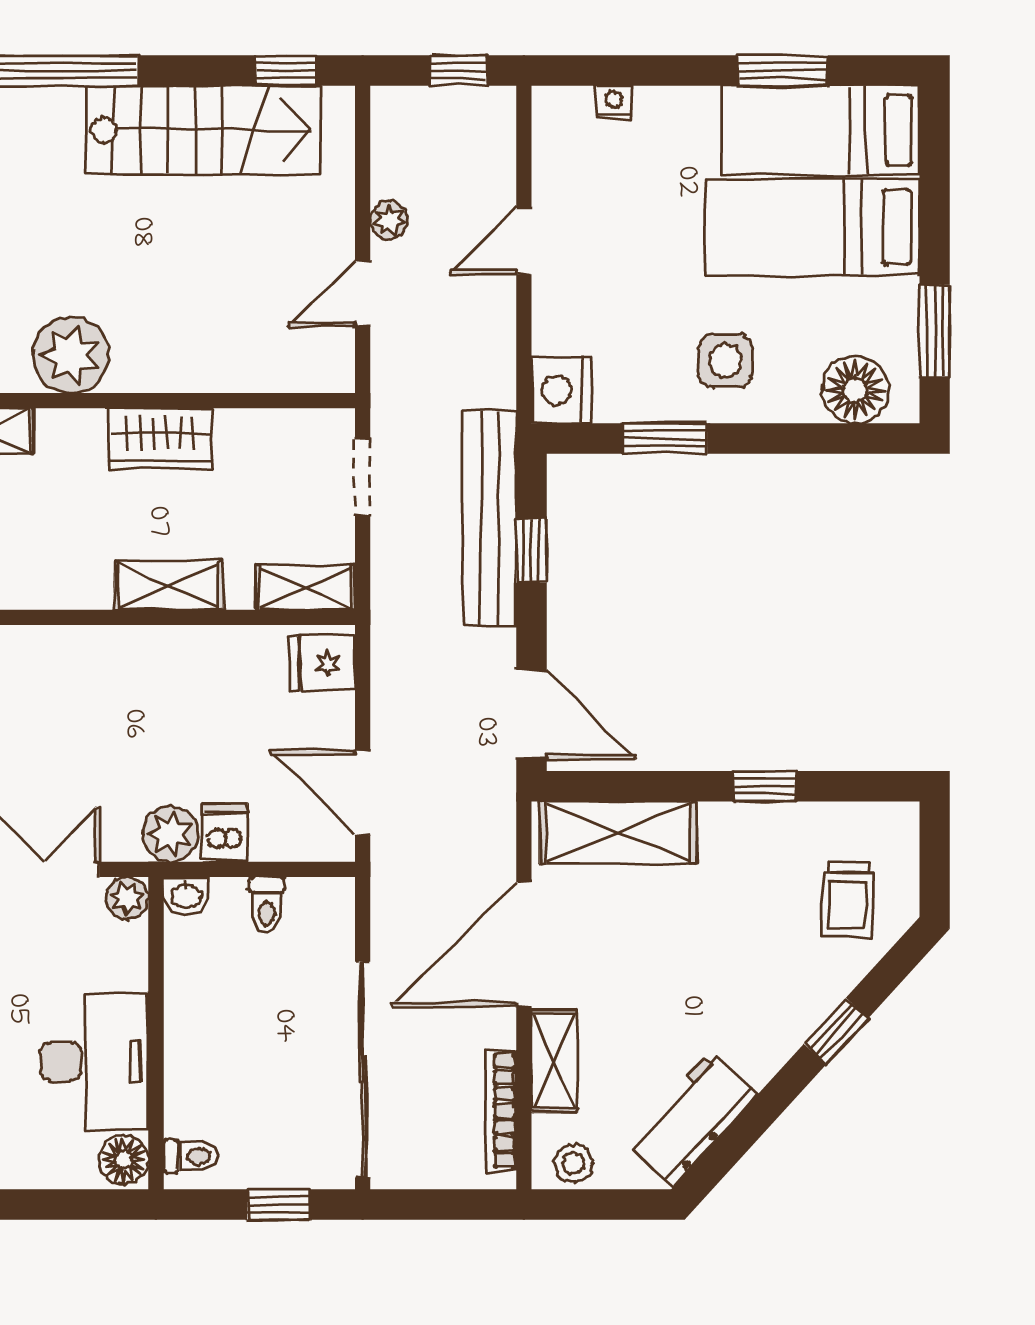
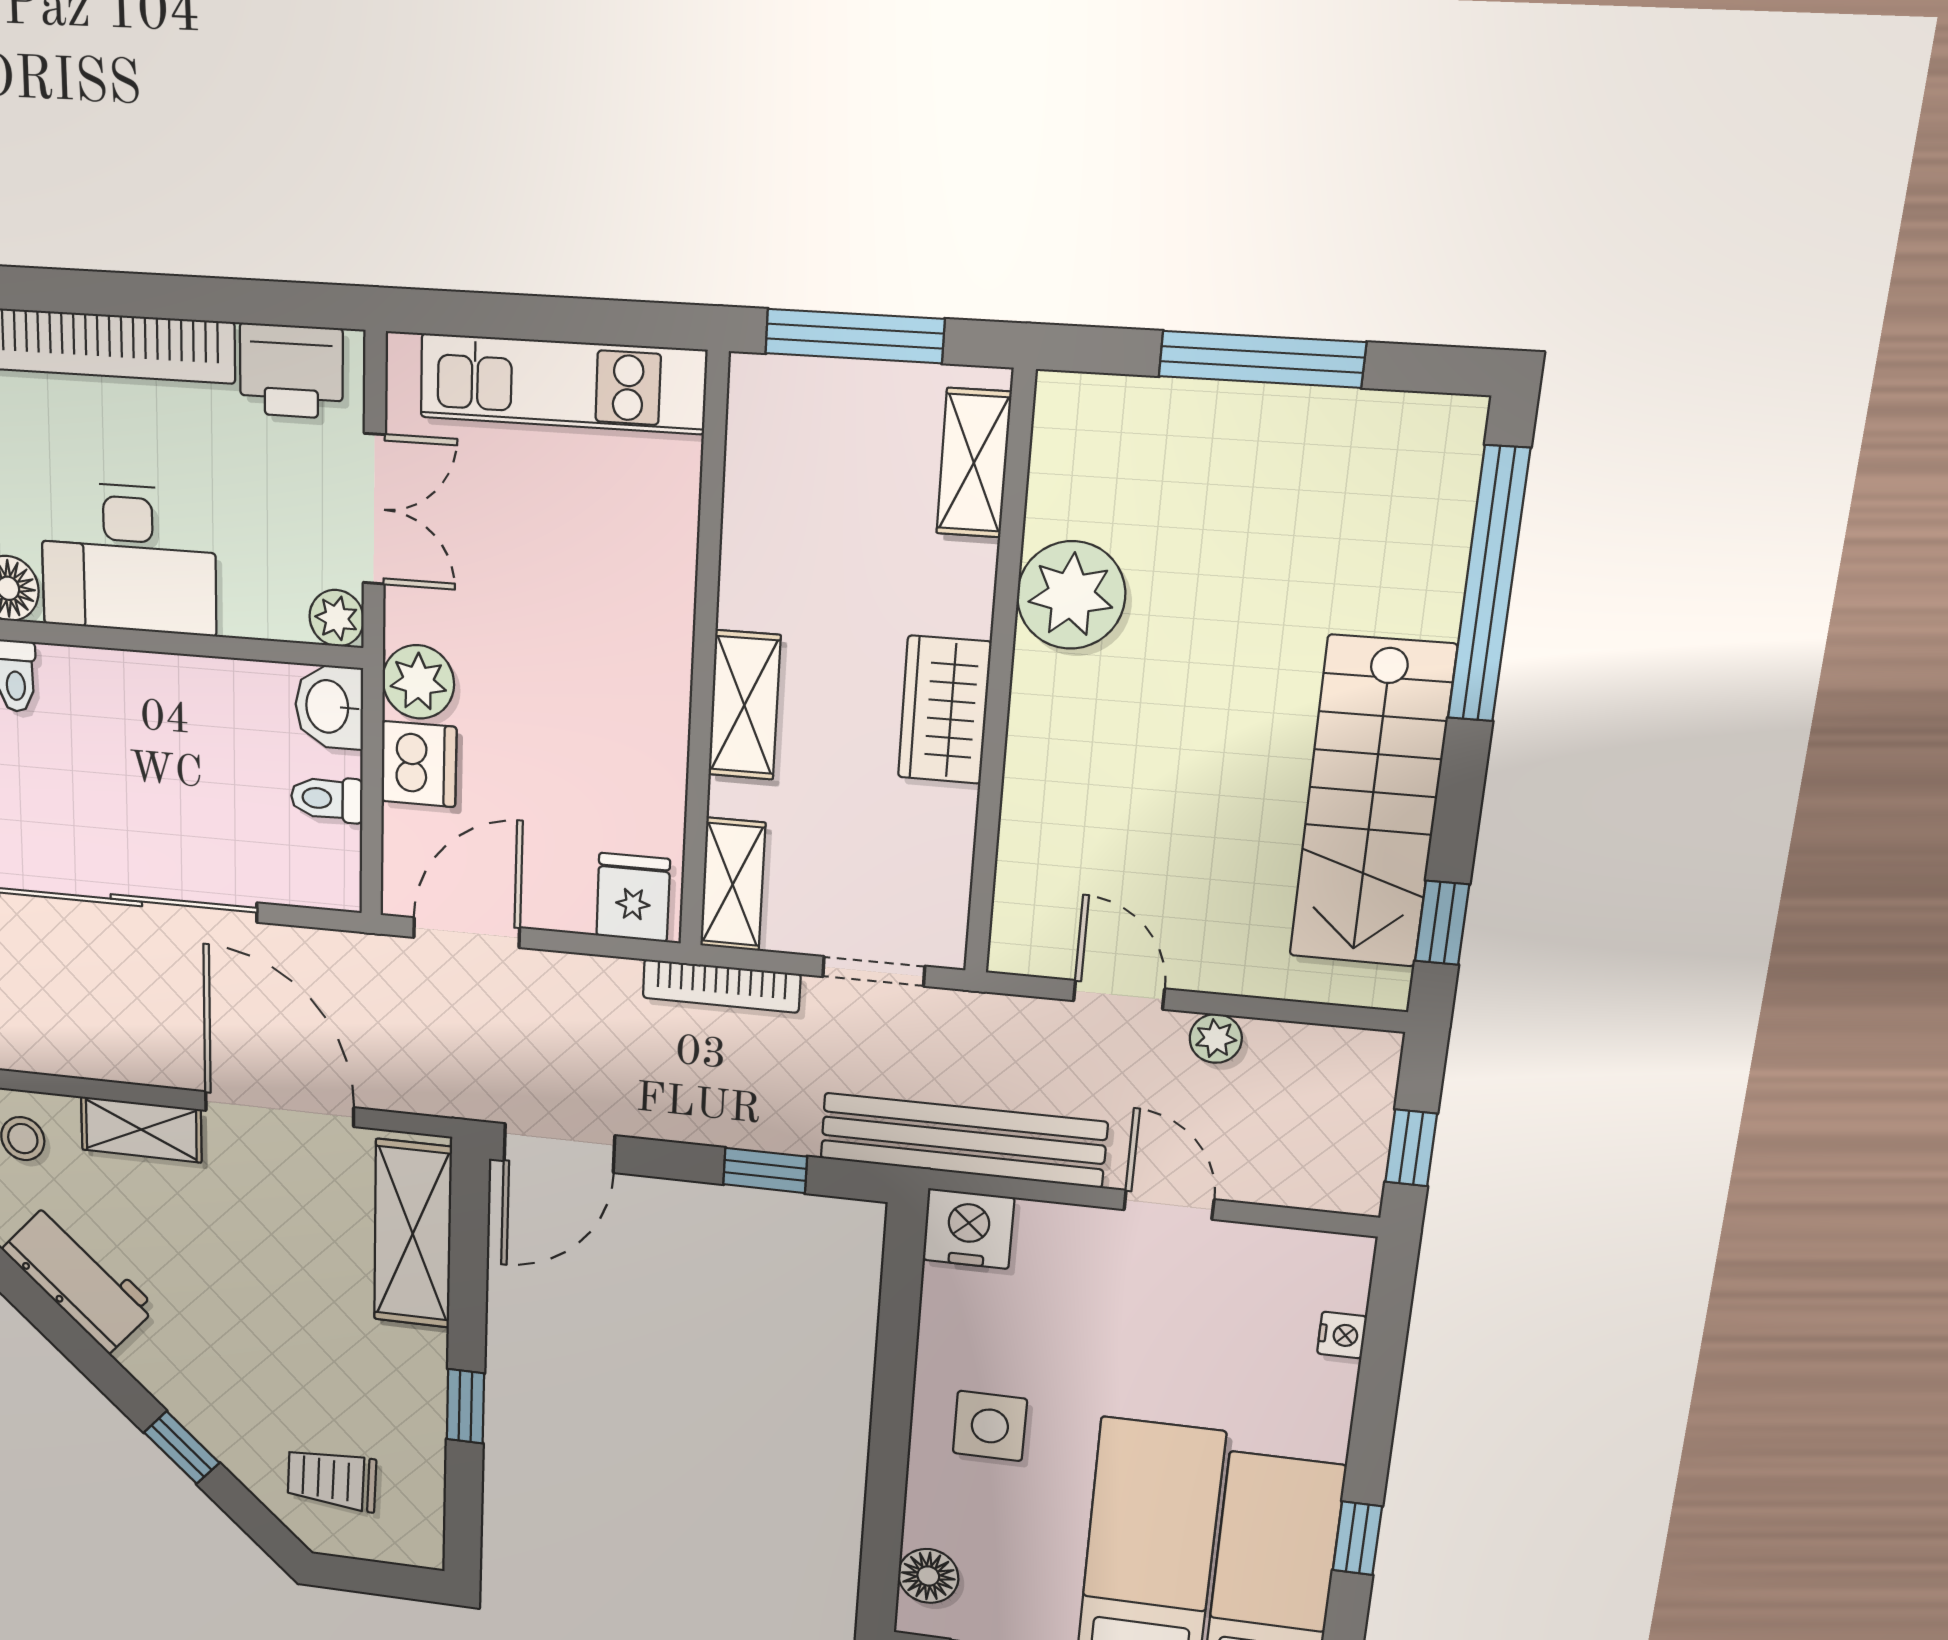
window: (783, 71) -> (1357, 1538), width x0.67
floor lamp: (855, 390) -> (928, 1576), width x0.73, depth x0.73
window: (665, 438) -> (897, 1344), removed
bench: (490, 519) -> (963, 1140), moved
dishwasher: (225, 833) -> (419, 764), width x1.38
washbasin: (186, 895) -> (329, 707), width x1.38, depth x1.45
bookcase: (501, 1111) -> (721, 986), moved, turned 180

